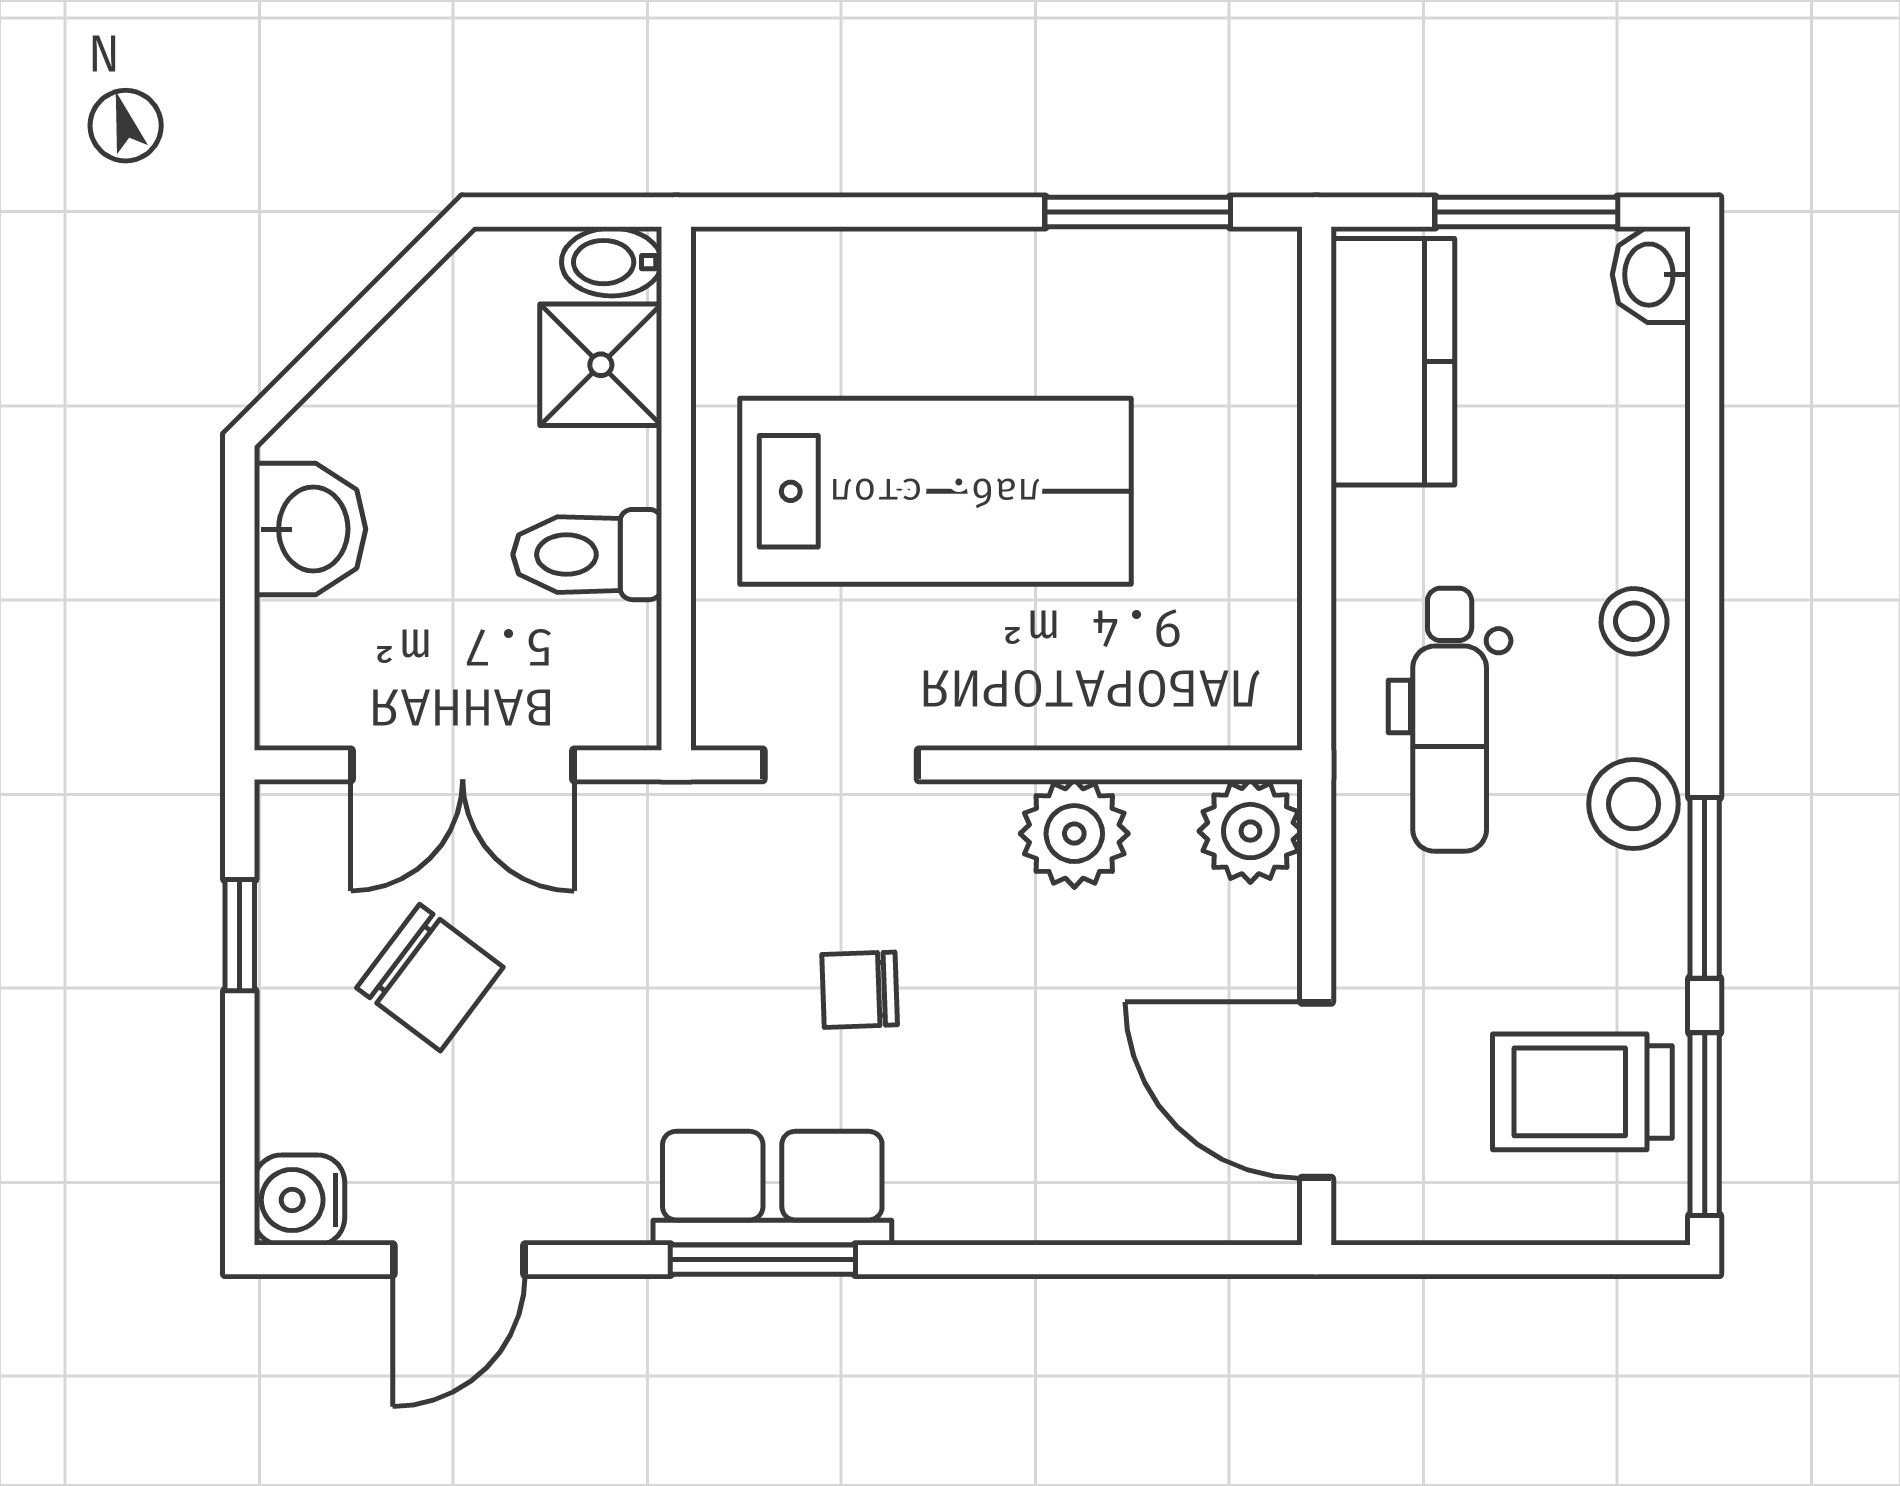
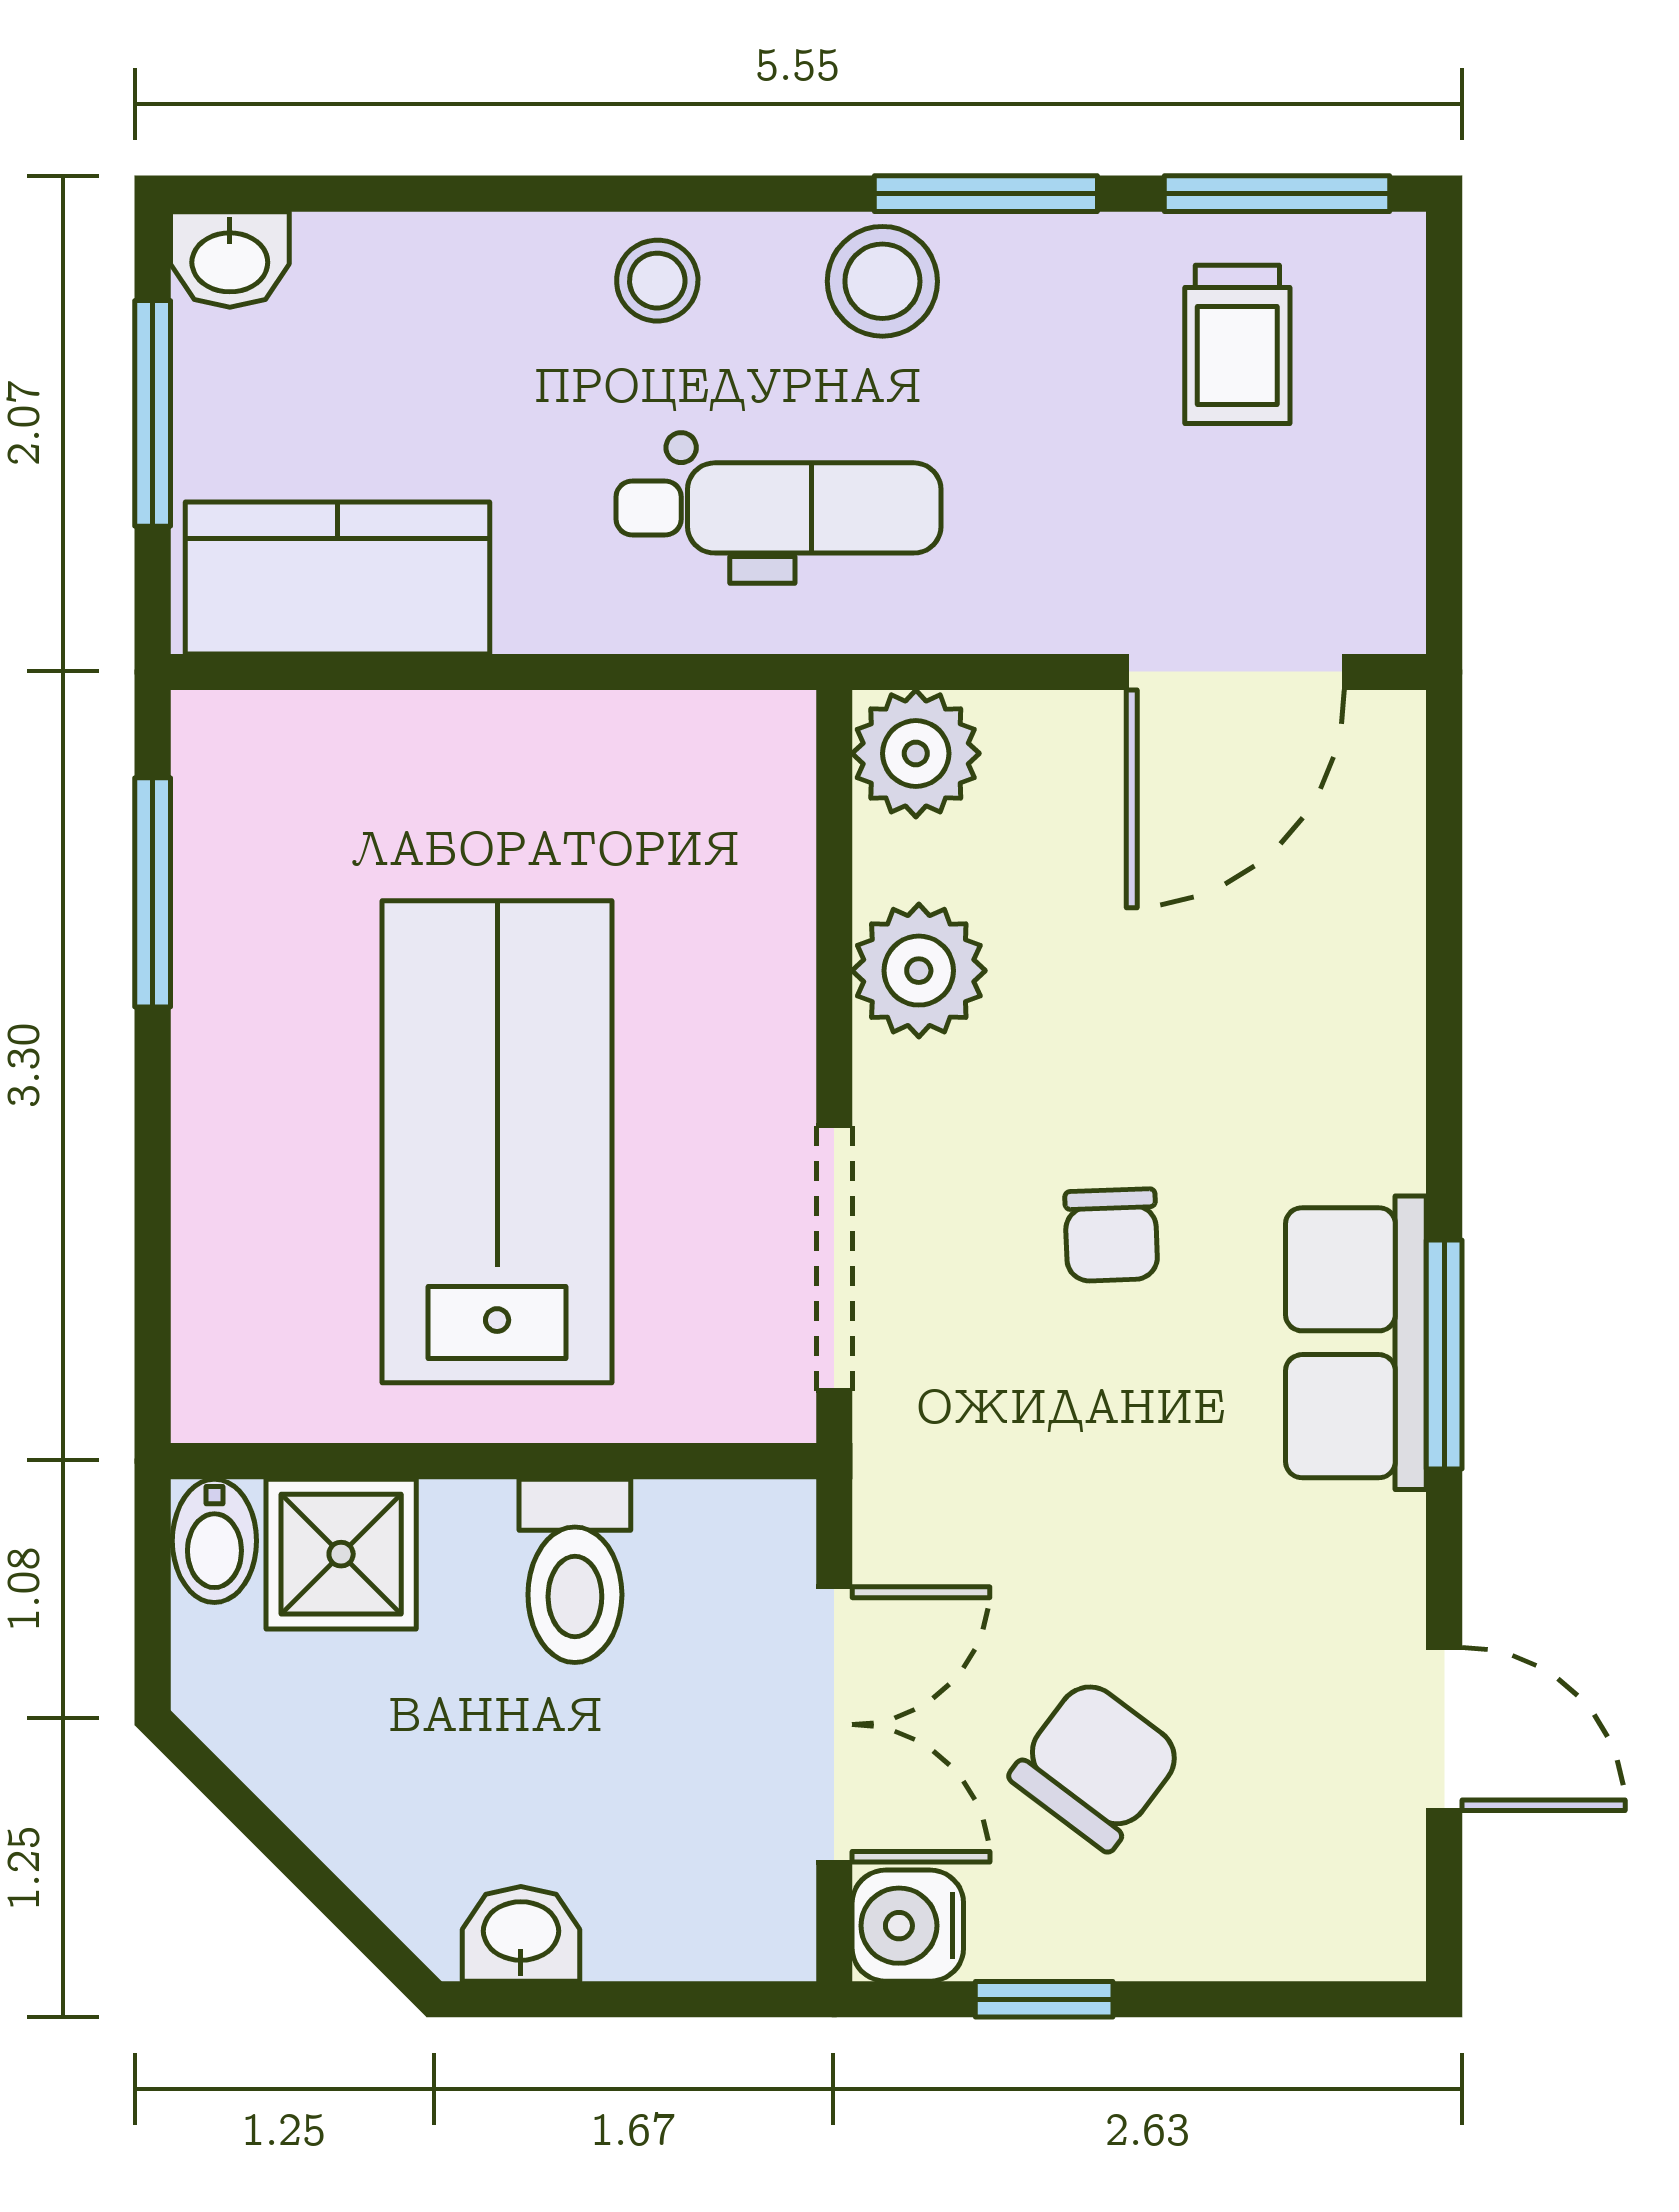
washbasin: (310, 529) -> (521, 1934), width x0.72, depth x0.69
doorway: (841, 765) -> (834, 1258), width x1.38
trolley: (1582, 1092) -> (1237, 344), width x0.73, depth x0.72
water cooler: (299, 1200) -> (908, 1926), moved, turned 90

